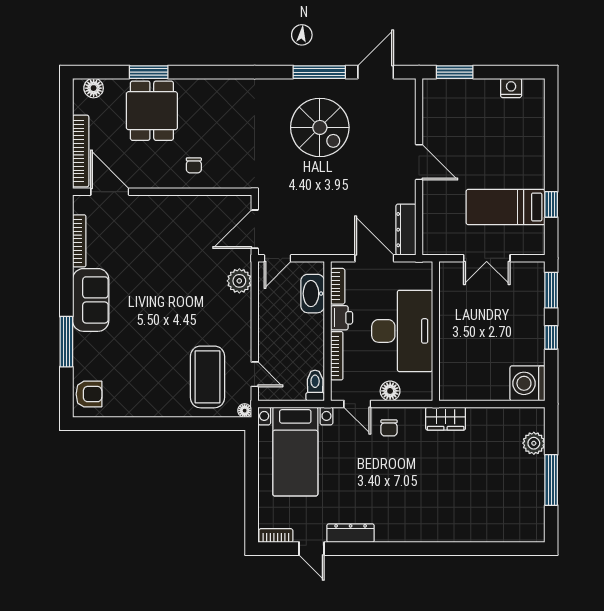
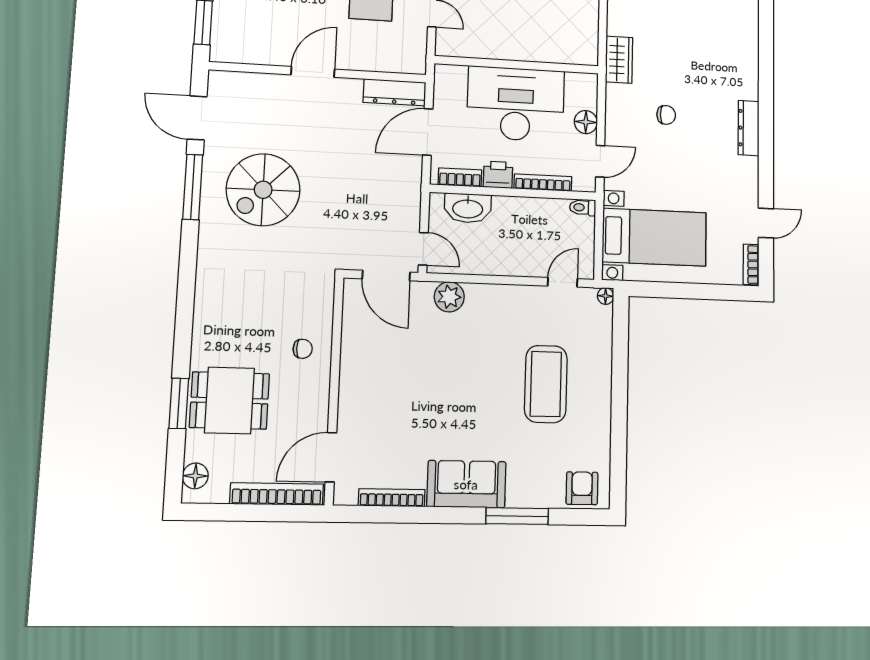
spiral stairs: (320, 127) -> (263, 190), turned 180
coffee table: (207, 377) -> (546, 384), moved, turned 90
toilet: (315, 386) -> (583, 207), width x0.73, depth x0.72
chair: (389, 428) -> (666, 115), moved
dresser: (351, 533) -> (749, 128), moved

